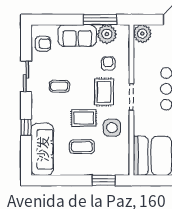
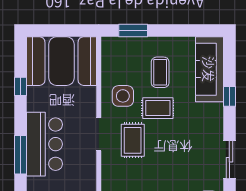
armchair: (108, 63) -> (128, 176), removed
coffee table: (59, 86) -> (188, 147), removed
coffee table: (82, 147) -> (160, 72), turned 90

